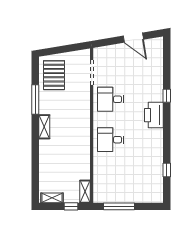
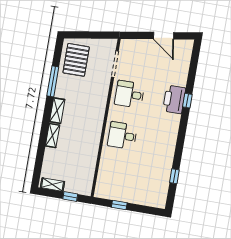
printer: (154, 115) -> (174, 99), moved
shelving: (85, 192) -> (53, 136), moved
window: (119, 206) -> (119, 205), width x0.46

